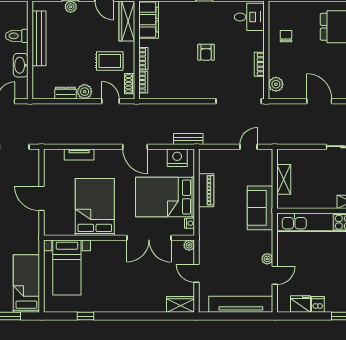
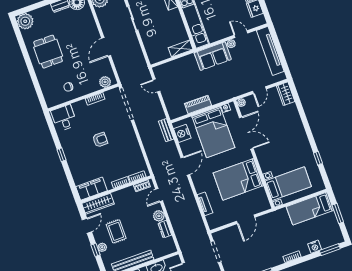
rug: (110, 61) -> (116, 231), moved
shelving: (284, 179) -> (181, 49), moved
sofa: (260, 208) -> (213, 56), moved

